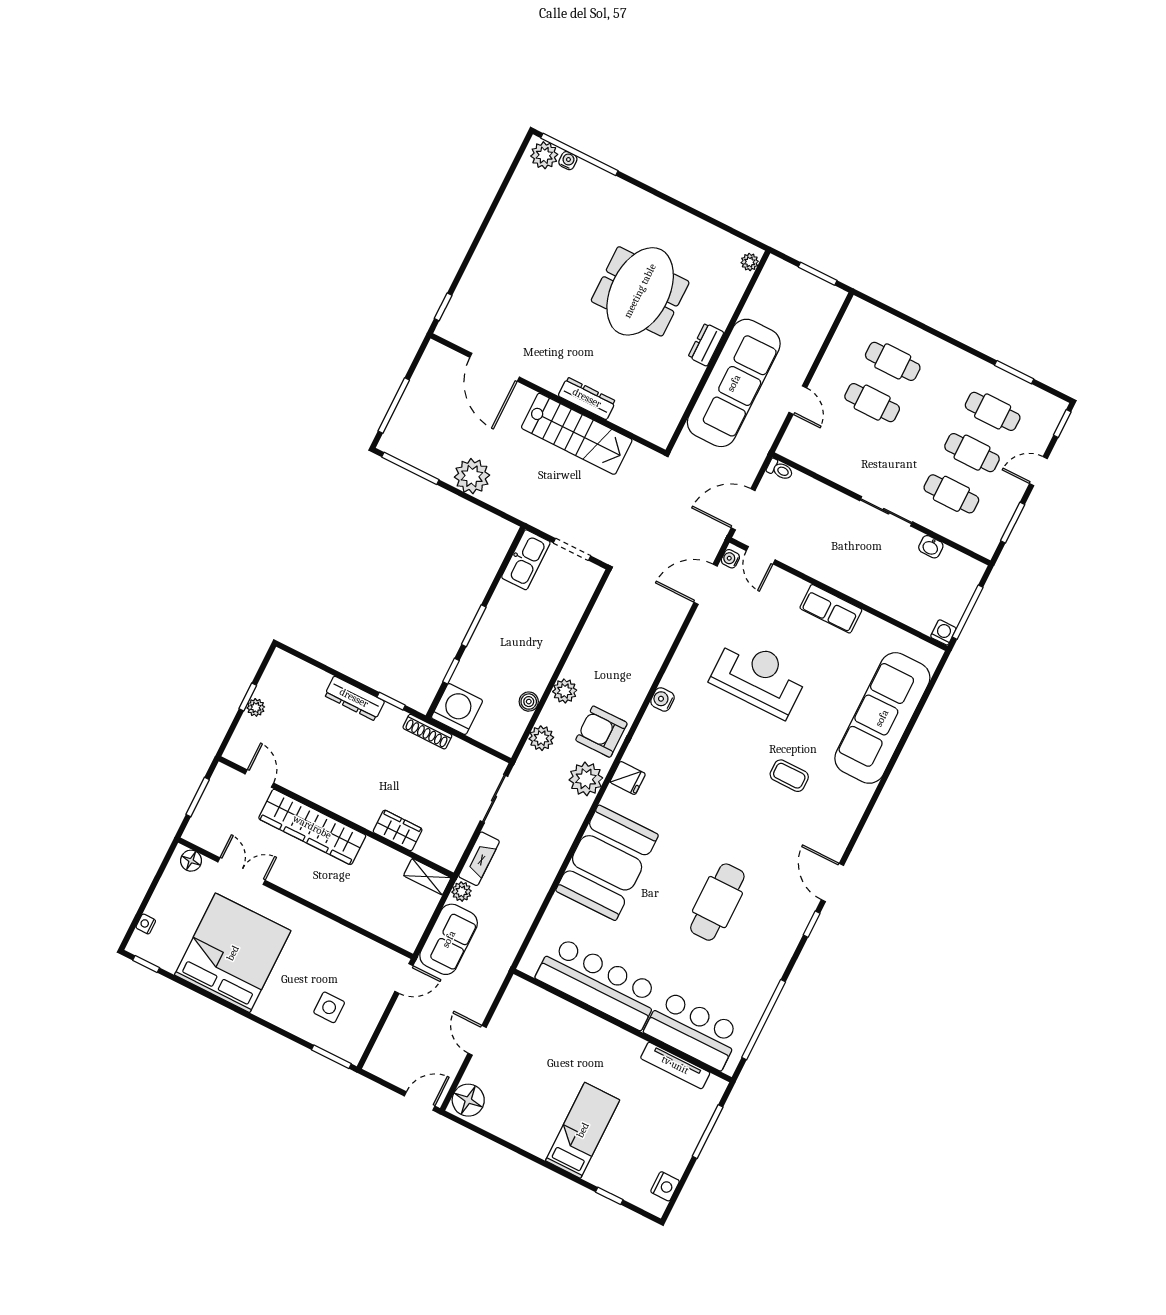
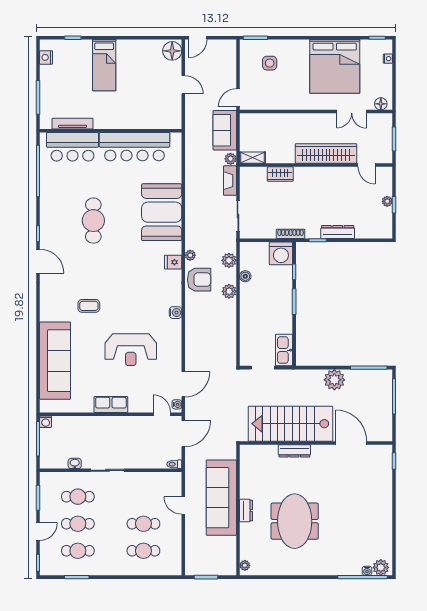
stairs: (577, 434) -> (290, 424), width x1.36, depth x1.51
plant: (586, 779) -> (190, 255), width x0.53, depth x0.53

